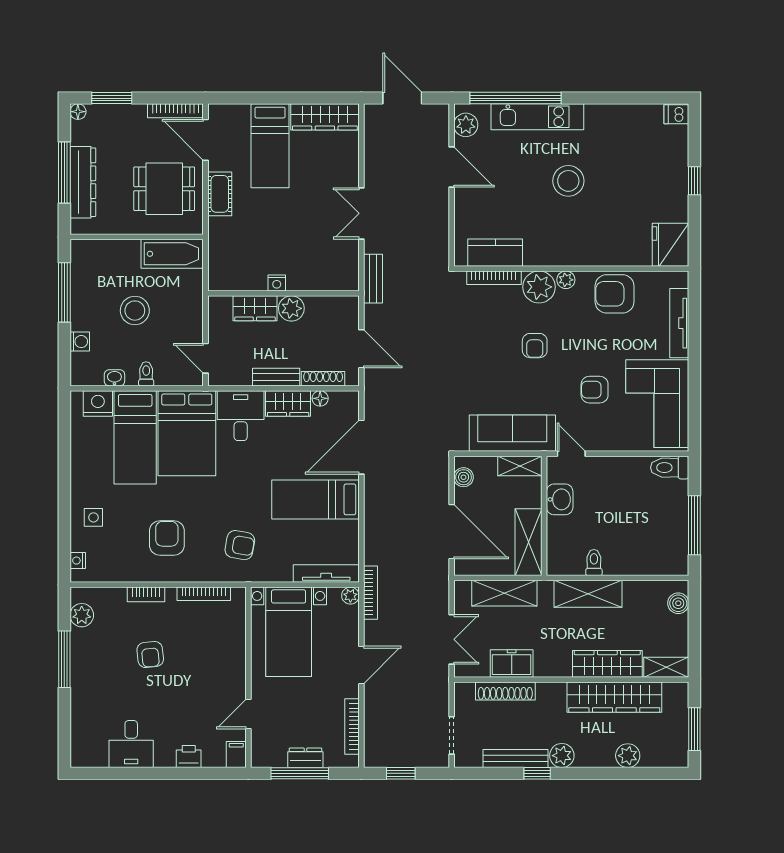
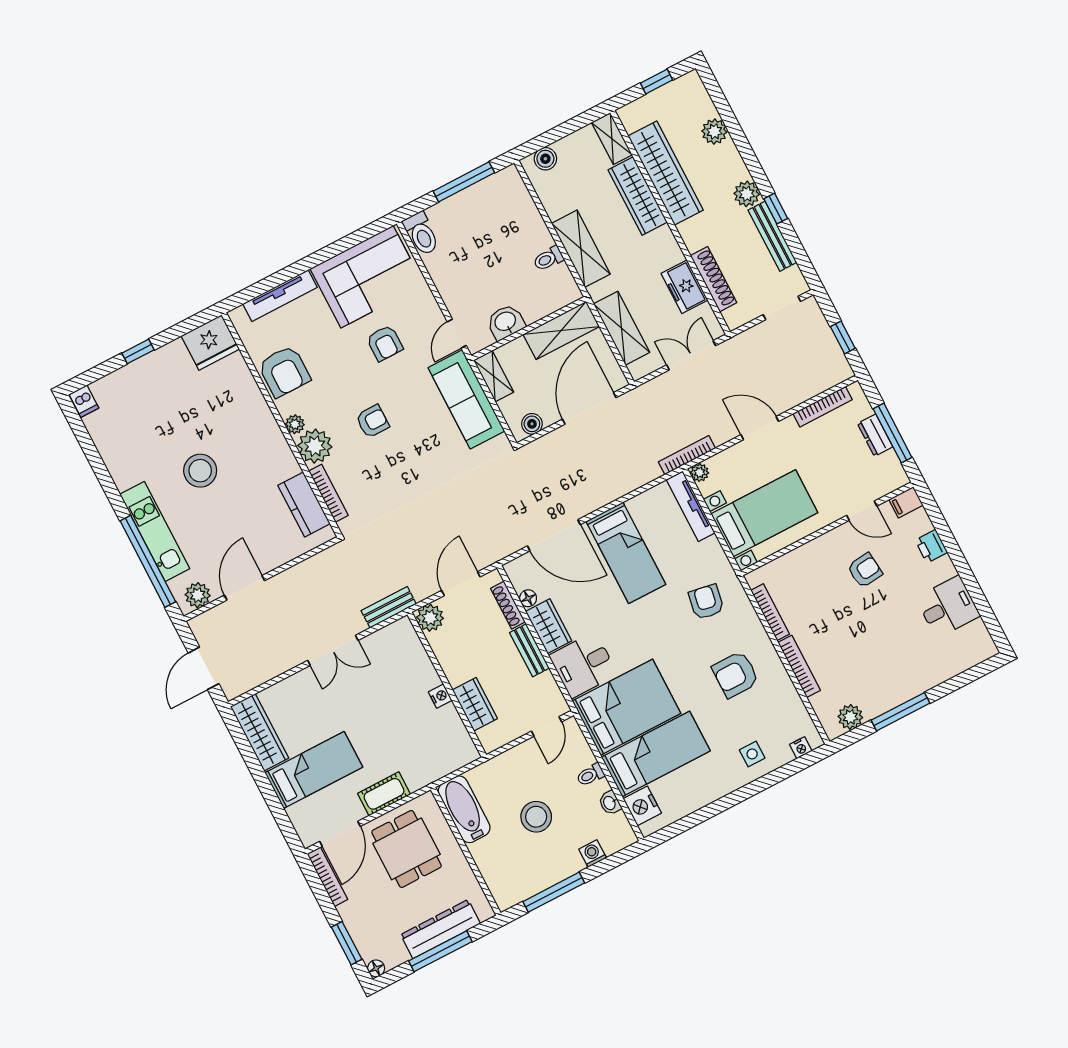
plant: (291, 308) -> (430, 618), moved
bookcase: (146, 594) -> (799, 666), width x1.56
armchair: (150, 655) -> (865, 570), moved
window: (694, 729) -> (656, 82), width x0.67

